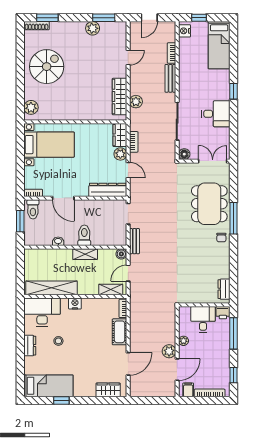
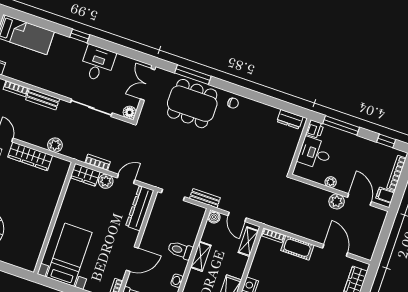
wardrobe: (119, 97) -> (30, 156), moved
plant: (31, 107) -> (22, 260), removed
window: (233, 218) -> (193, 75), moved

